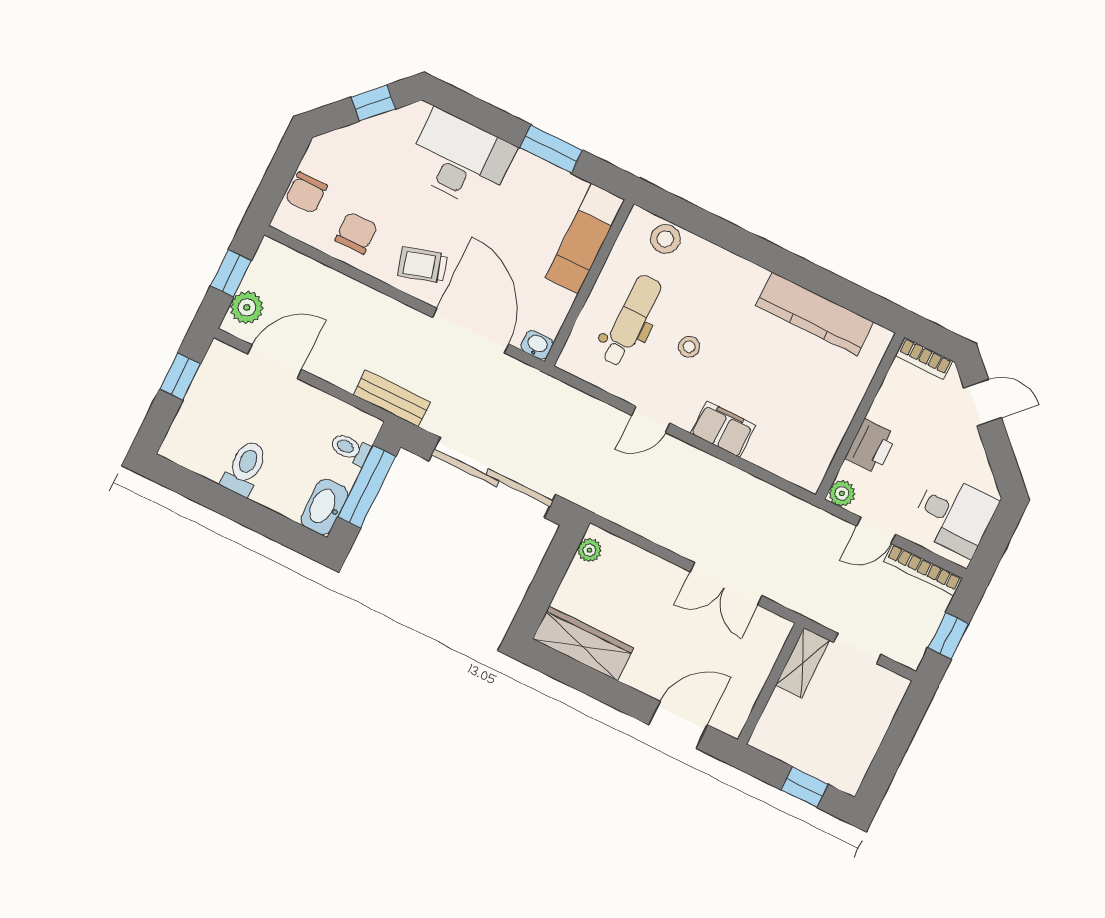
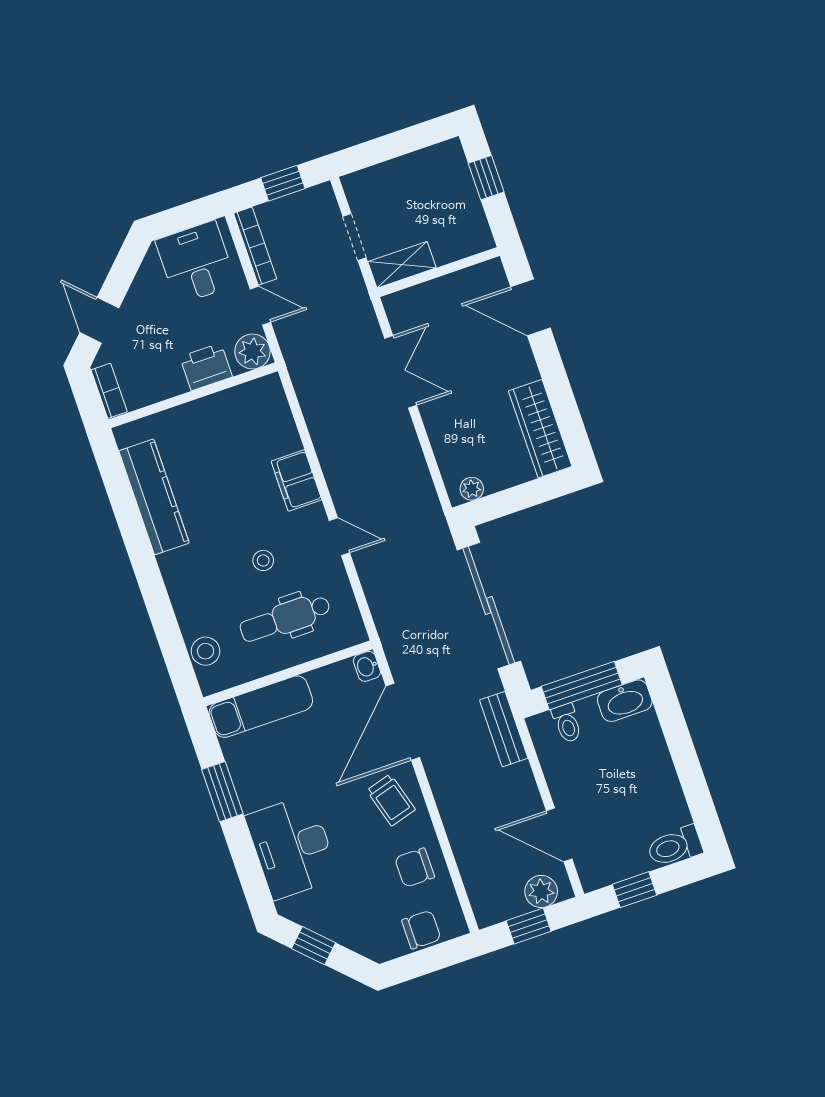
toilet: (245, 468) -> (675, 846), moved
plant: (842, 493) -> (253, 351), width x1.38, depth x1.38

